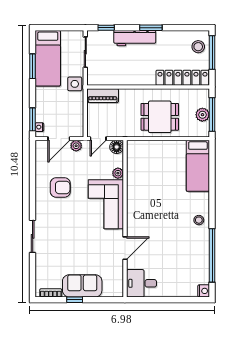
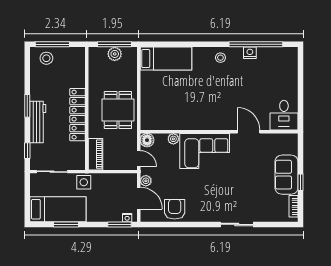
locker: (182, 78) -> (78, 115), moved
dining table: (160, 117) -> (118, 110), moved
armchair: (60, 187) -> (175, 209), moved
nightstand: (204, 291) -> (250, 53), moved

